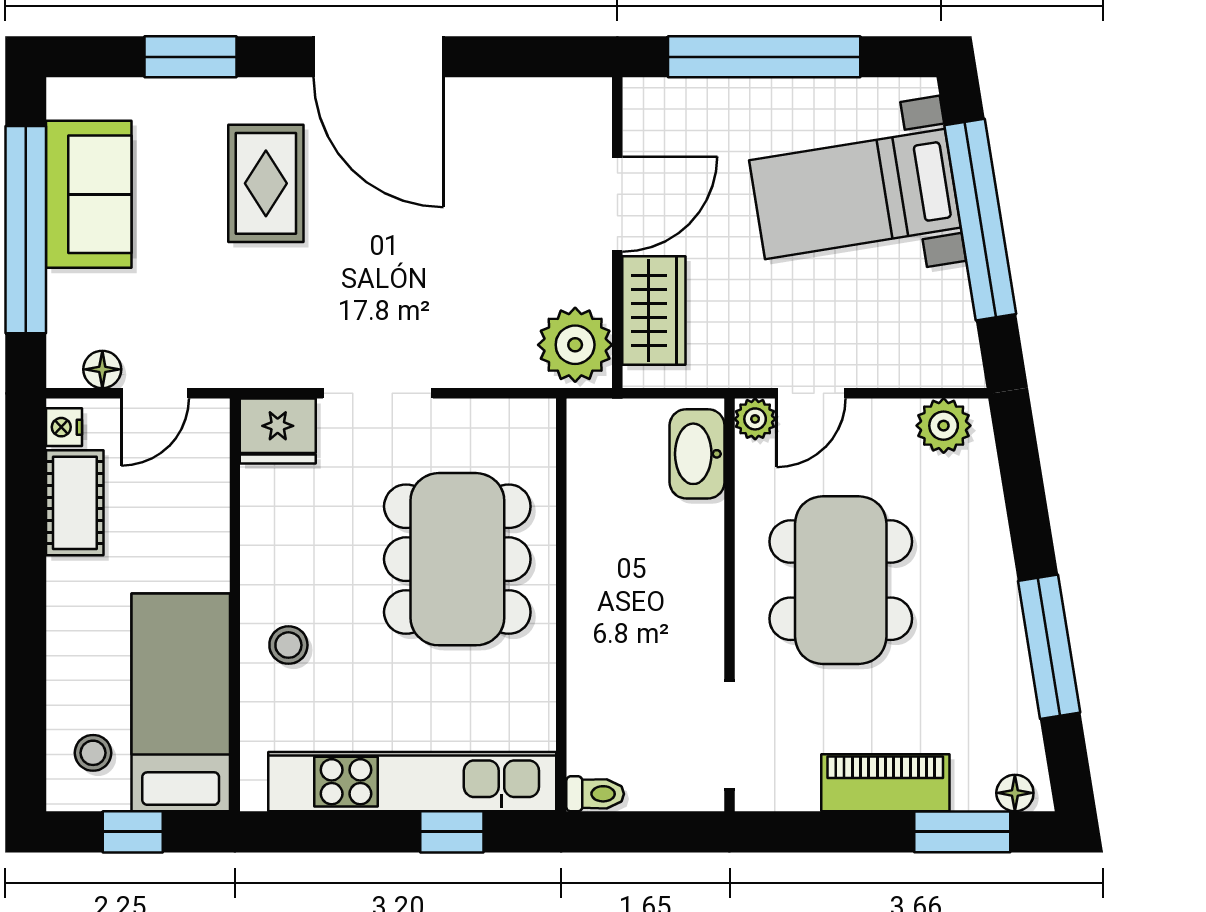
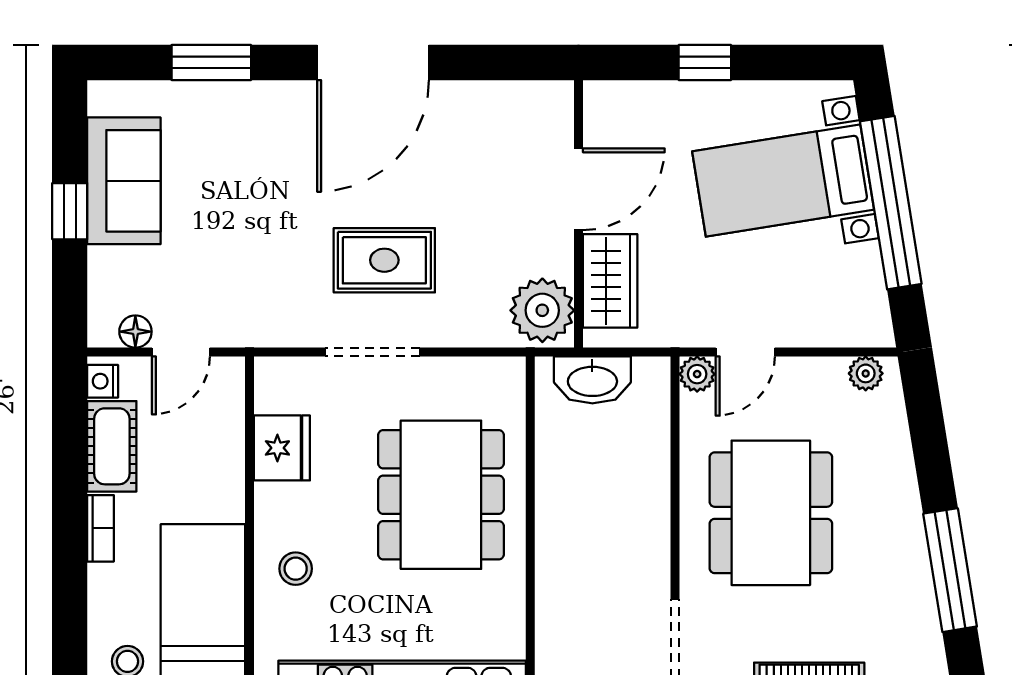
door: (378, 57) -> (373, 63), hinge flipped
window: (764, 57) -> (705, 63), width x0.32
rug: (266, 183) -> (384, 260), moved, turned 90
window: (26, 230) -> (70, 211), width x0.32
plant: (944, 426) -> (866, 373), width x0.73, depth x0.73
fridge: (278, 431) -> (282, 448), moved, turned -90
washbasin: (697, 454) -> (592, 380), moved, turned -90
bookcase: (62, 598) -> (101, 528), added

